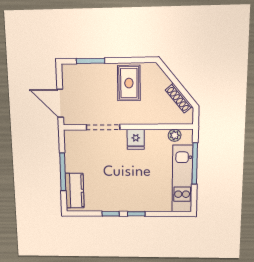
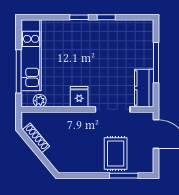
rug: (129, 83) -> (116, 153), moved
kitchen counter: (75, 191) -> (144, 88), moved

